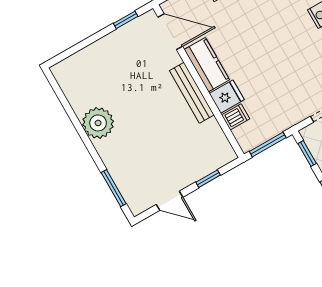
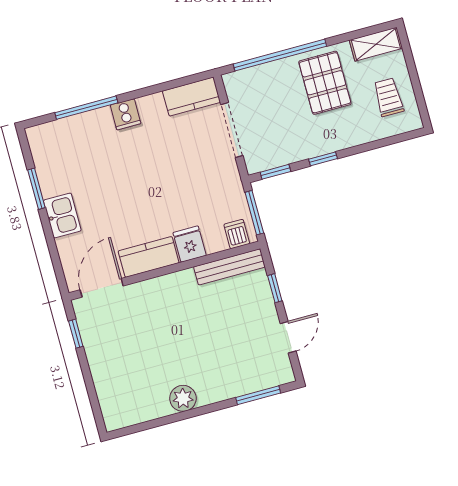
bench: (192, 93) -> (229, 267), moved
dishwasher: (236, 117) -> (237, 234), moved
plant: (98, 123) -> (183, 398), width x0.73, depth x0.73

